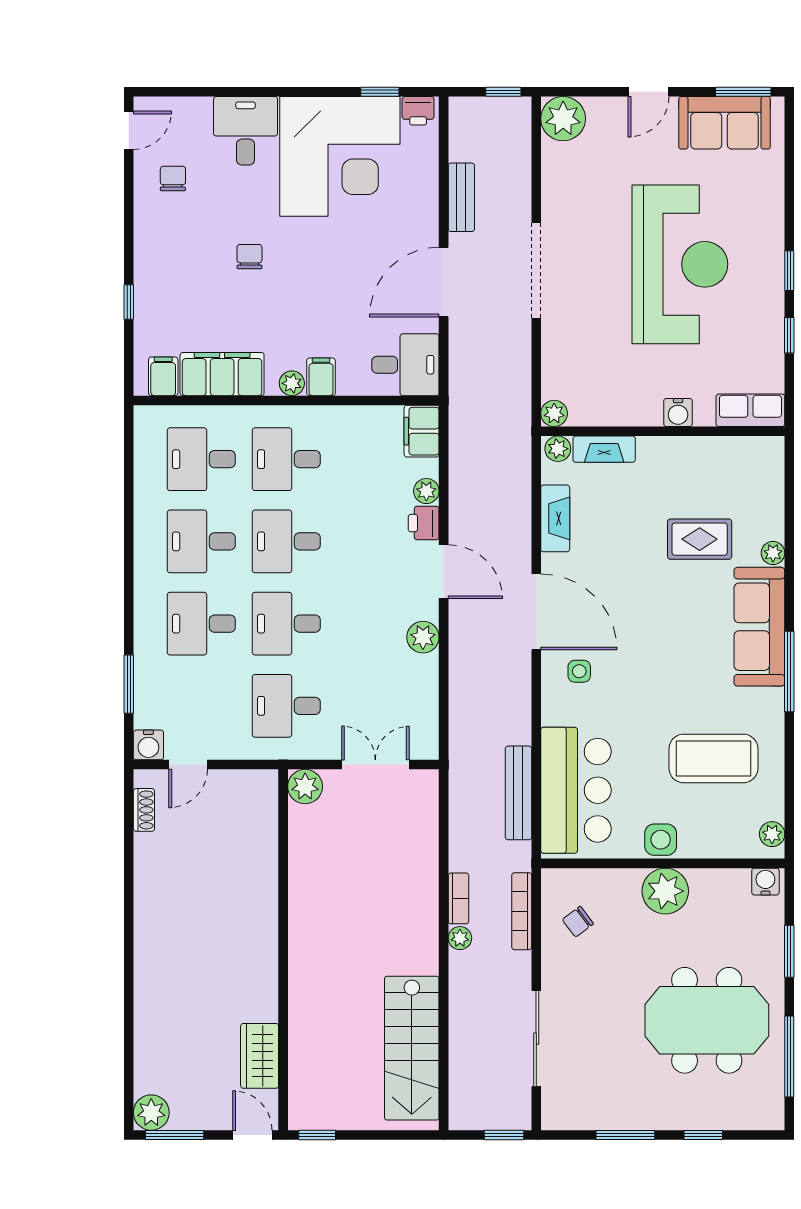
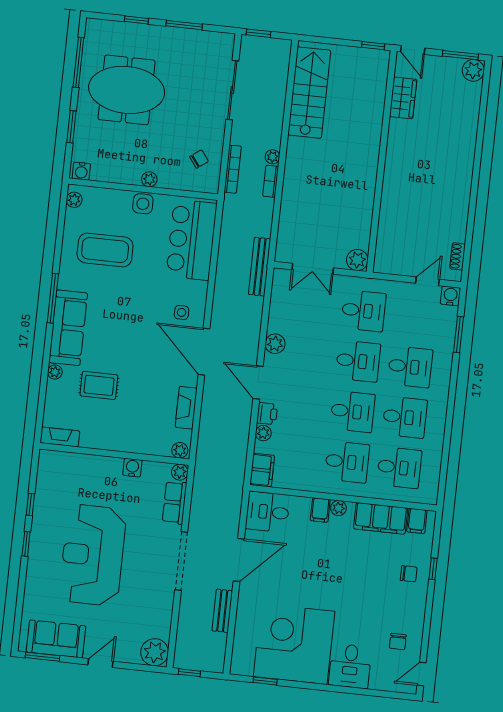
printer: (418, 111) -> (243, 667), removed
chair: (249, 257) -> (409, 574), moved, turned -90
row of seats: (750, 410) -> (175, 503), moved, turned 90
water cooler: (678, 412) -> (132, 468), moved
fireplace: (604, 449) -> (60, 437), moved
bench: (518, 793) -> (260, 267), moved
plant: (665, 891) -> (149, 179), width x0.53, depth x0.53

